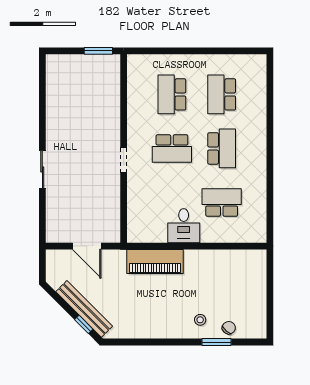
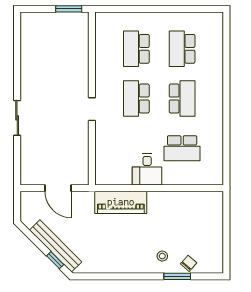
school desk: (172, 148) -> (136, 99), turned 90
school desk: (222, 203) -> (182, 148), turned 180

